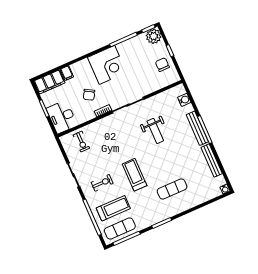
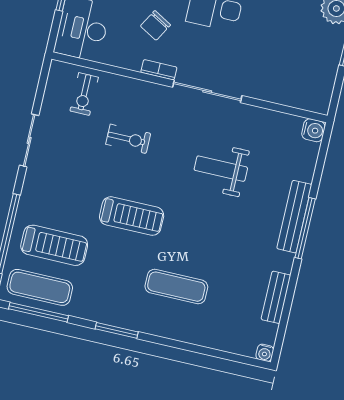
chair: (162, 65) -> (315, 67), removed
water cooler: (184, 100) -> (313, 130), moved
weight bench: (155, 131) -> (221, 169), turned 90
bench: (212, 160) -> (276, 297), width x0.73
treadmill: (135, 175) -> (132, 216), turned 90
exercise bike: (102, 183) -> (128, 139), moved

